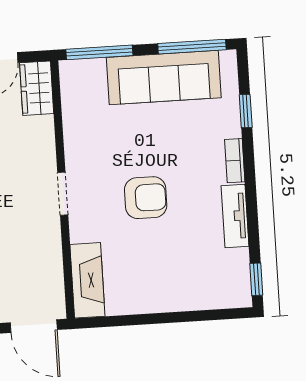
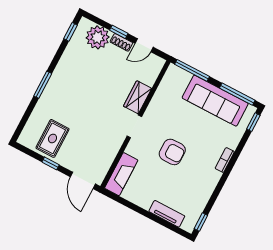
wardrobe: (37, 88) -> (138, 97), moved
window: (246, 111) -> (253, 122), moved
tv unit: (235, 216) -> (167, 214), moved, turned 90

